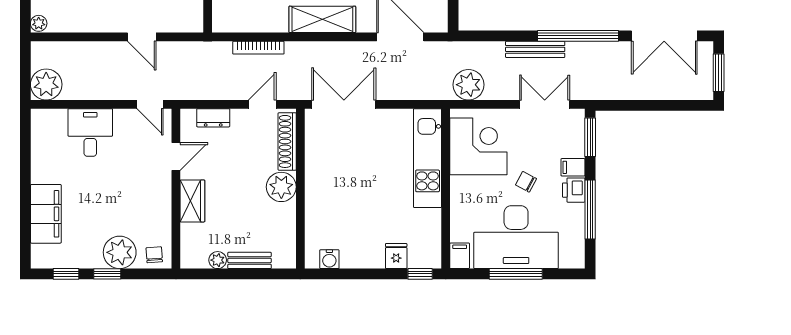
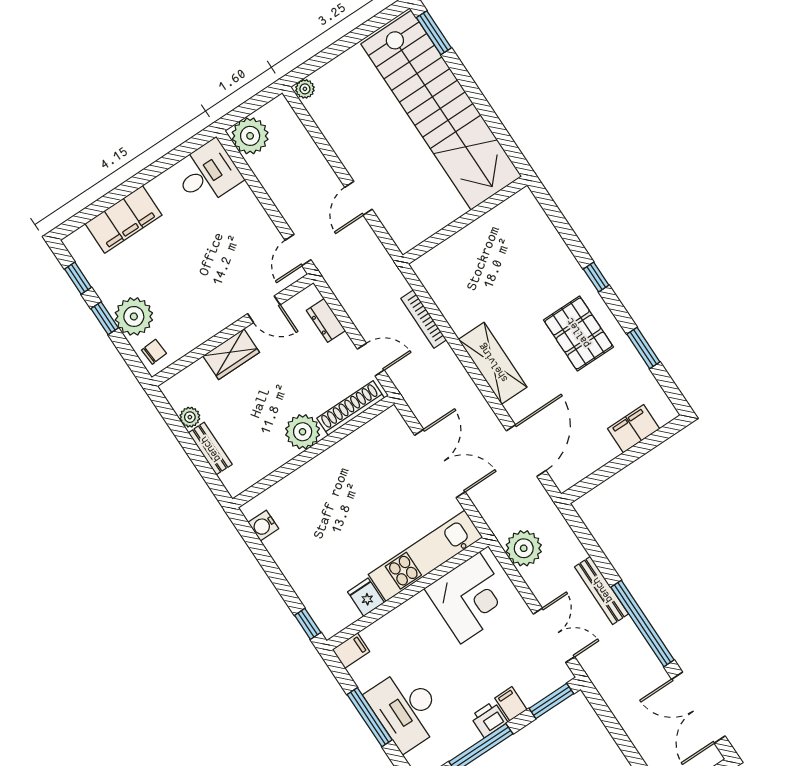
double door: (344, 104) -> (440, 464), moved
desk: (90, 133) -> (207, 173), moved
chair: (526, 182) -> (466, 667), removed
desk: (516, 237) -> (406, 709), width x0.73, depth x0.77
fridge: (396, 256) -> (366, 597), moved, turned -90

